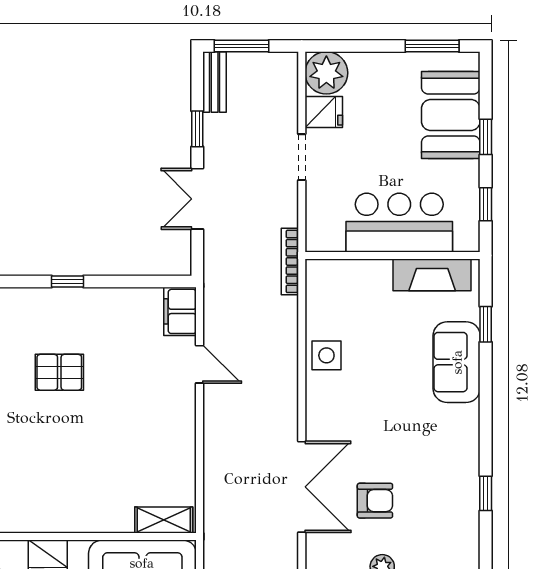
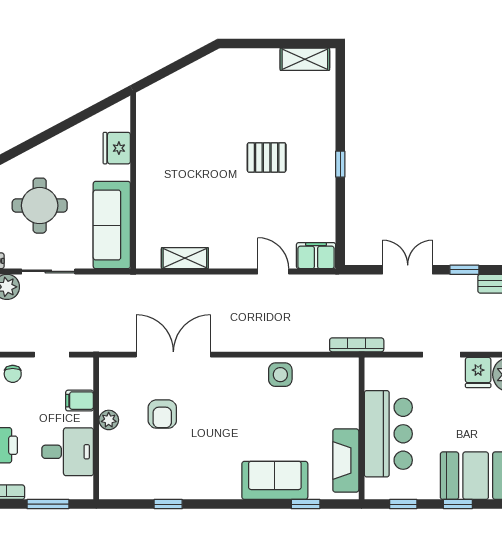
door: (200, 364) -> (273, 271), swing flipped
pallet: (59, 372) -> (267, 157), turned 90
double door: (302, 487) -> (173, 355), swing flipped
shelving: (164, 520) -> (185, 258), moved, turned 90

